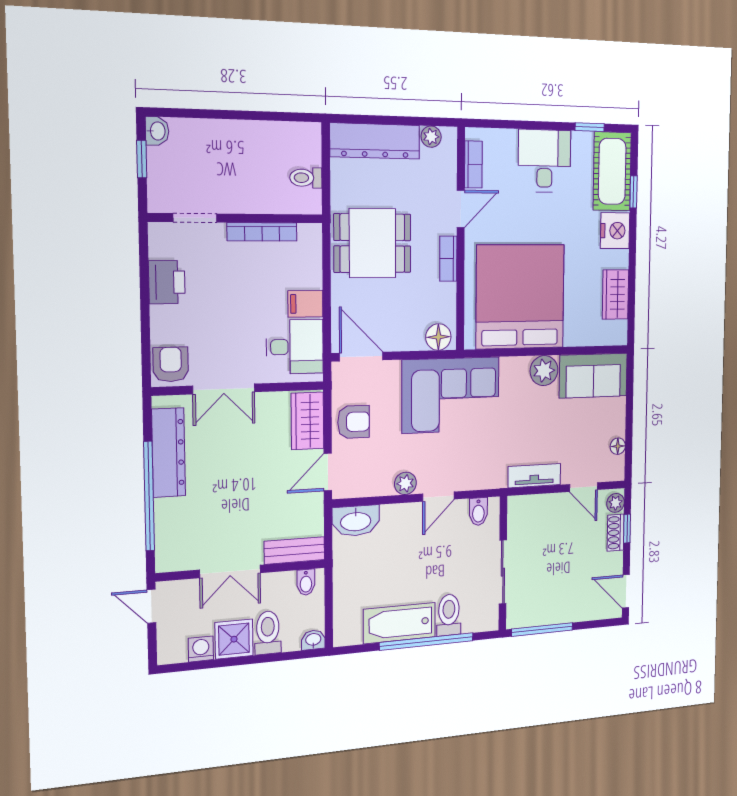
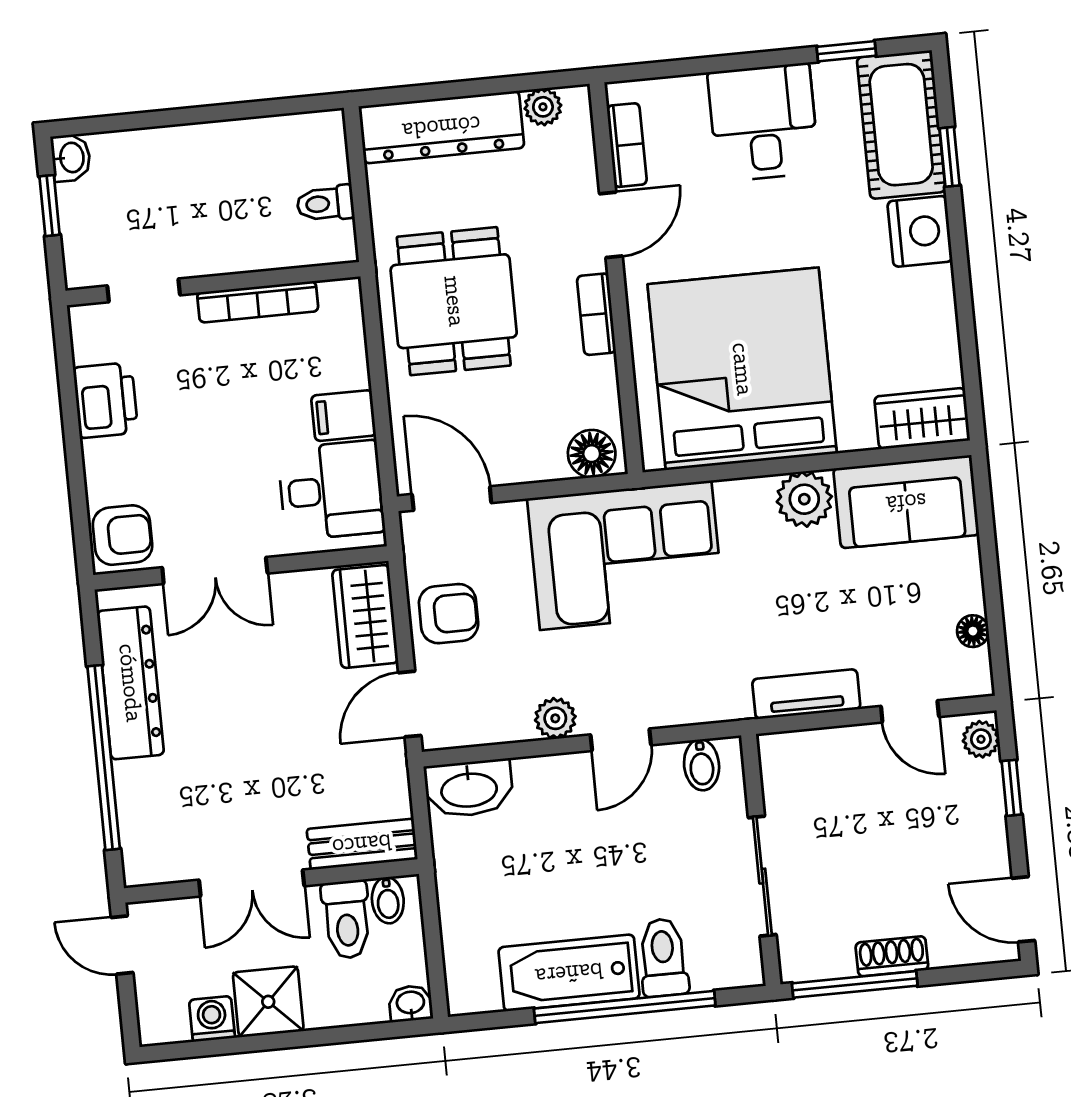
dining table: (373, 243) -> (454, 301), turned 90
wardrobe: (615, 294) -> (922, 418), moved, turned 90
armchair: (171, 364) -> (123, 535), turned 90
shoe rack: (616, 533) -> (892, 956), moved, turned 90
toilet: (268, 633) -> (347, 919), moved, turned 180

